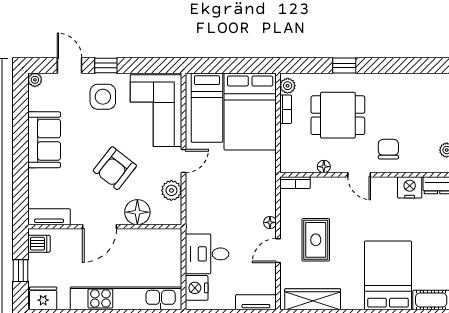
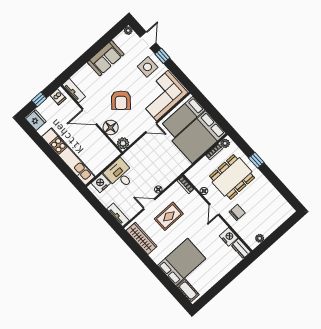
dining table: (338, 115) -> (232, 177), width x1.38
armchair: (115, 168) -> (121, 100), turned -87
plant: (171, 190) -> (123, 143), moved

